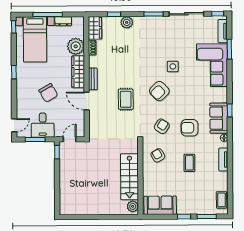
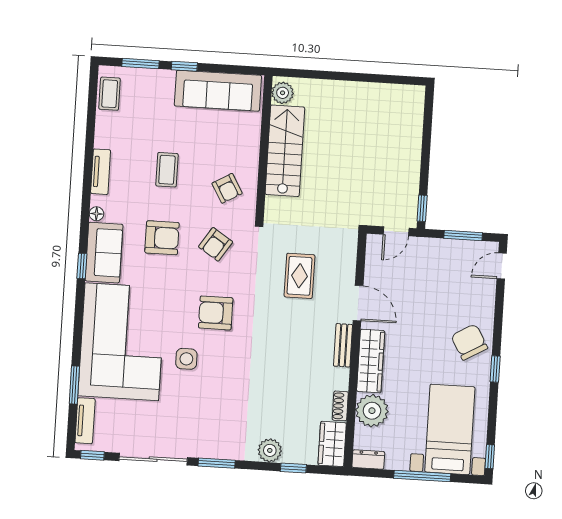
dresser: (63, 21) -> (368, 460), moved
corner sofa: (212, 65) -> (122, 342), width x1.36, depth x1.36
armchair: (159, 91) -> (216, 313), turned -136
chair: (48, 93) -> (469, 342), moved
rug: (126, 99) -> (300, 276), moved
desk: (43, 125) -> (446, 262), removed
sofa: (160, 205) -> (218, 91), width x1.36

